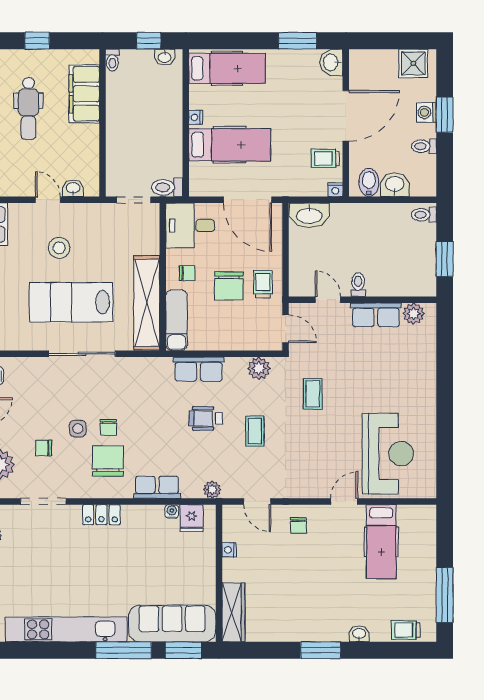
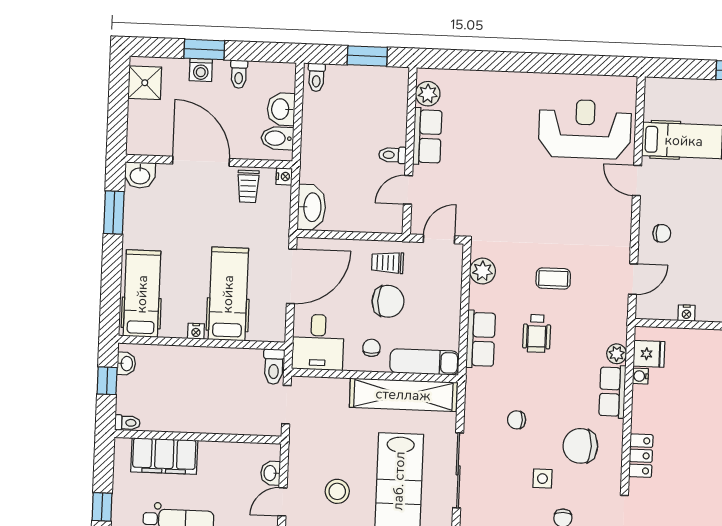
coffee table: (313, 394) -> (514, 211), removed
chair: (108, 427) -> (517, 420), moved, turned 180
plant: (212, 490) -> (617, 354), moved

